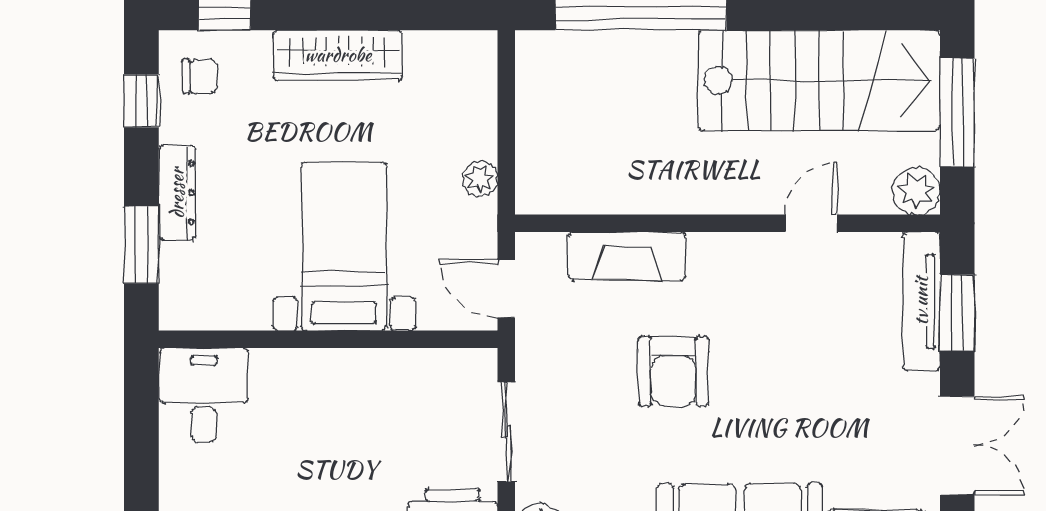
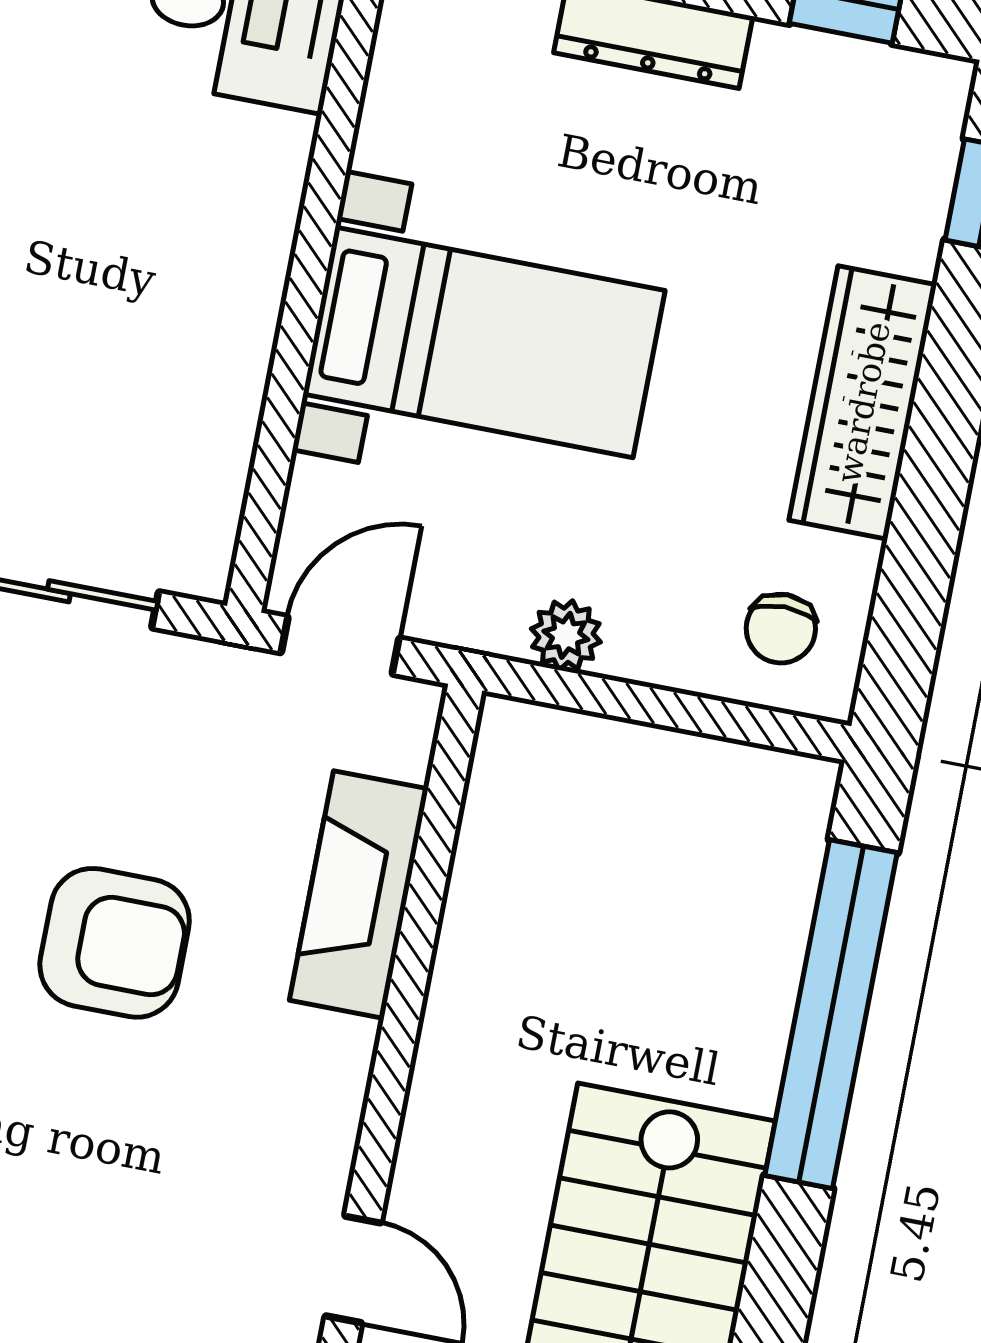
chair: (200, 76) -> (781, 629), moved
armchair: (674, 371) -> (115, 943), turned 180

